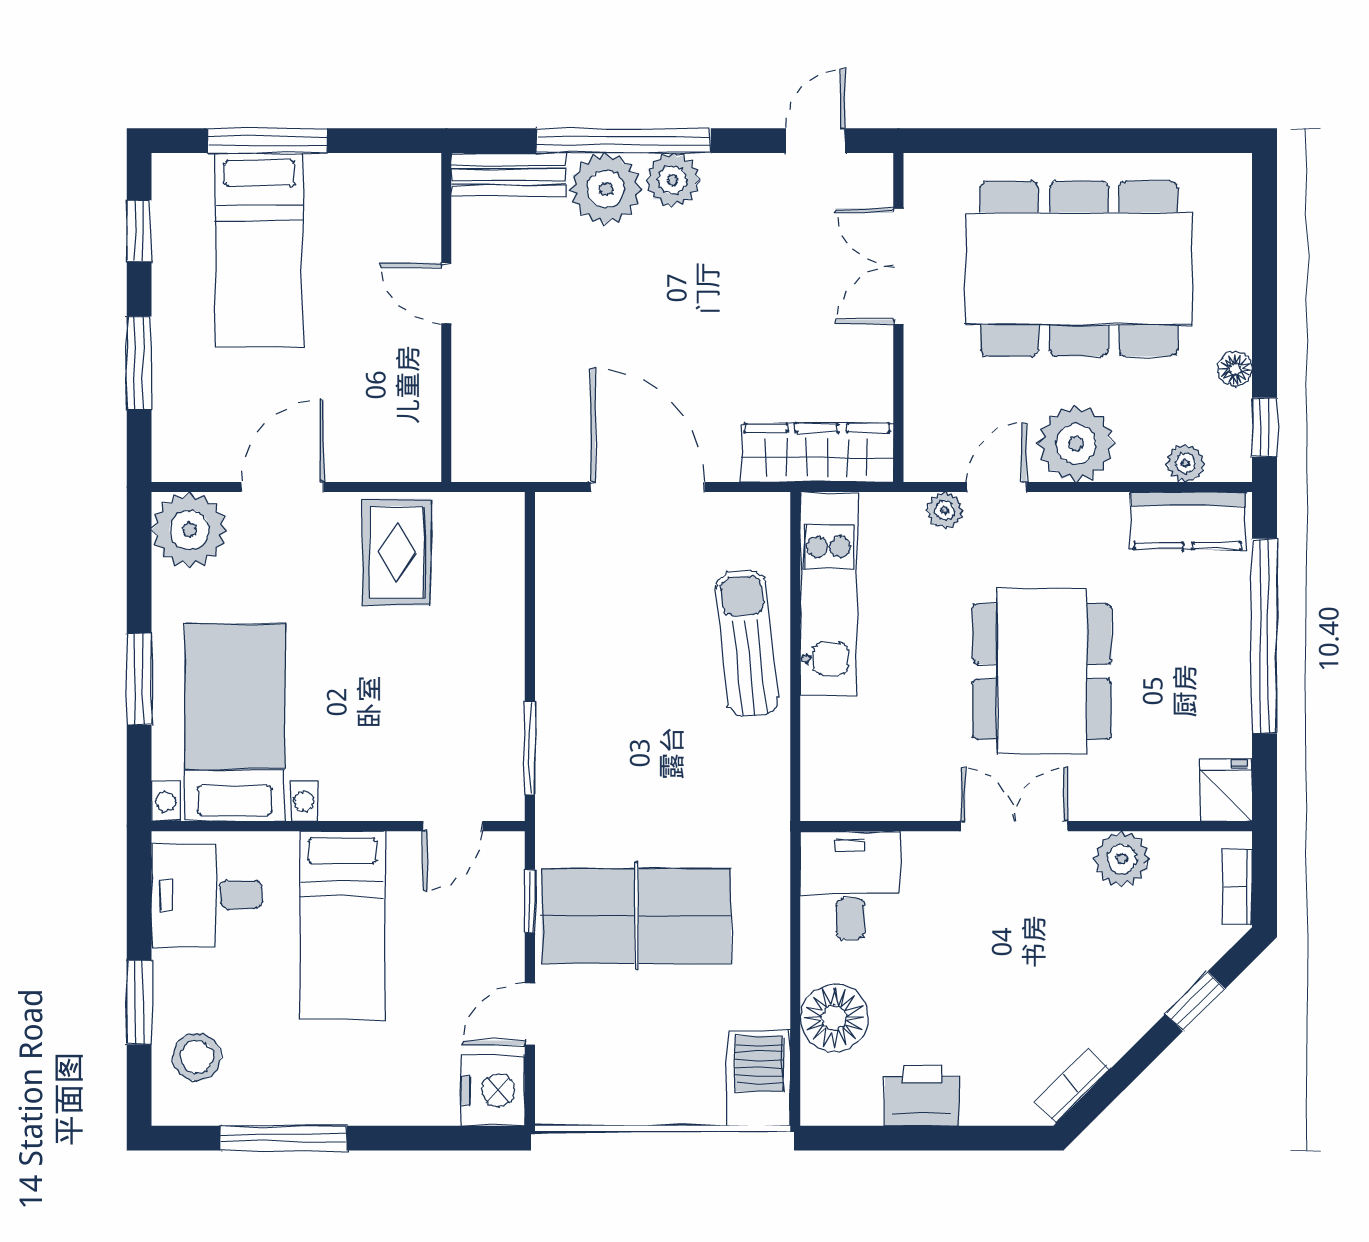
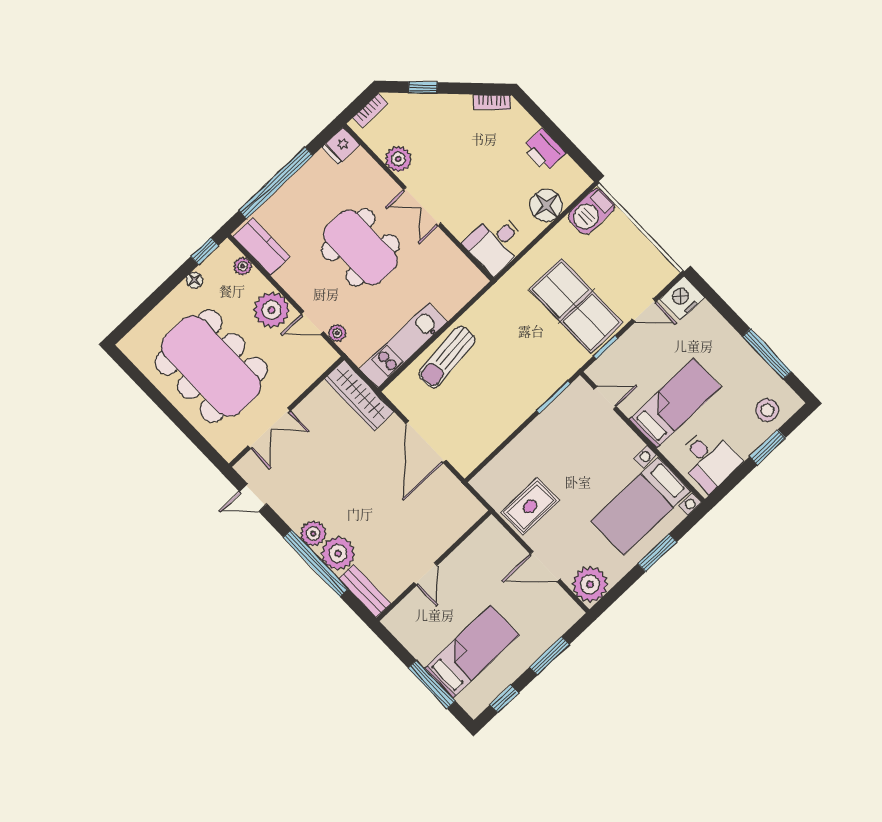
dining table: (1042, 672) -> (360, 247), turned 90

